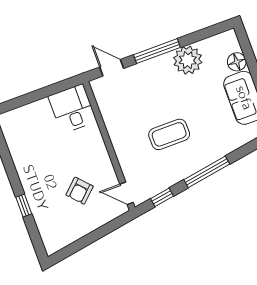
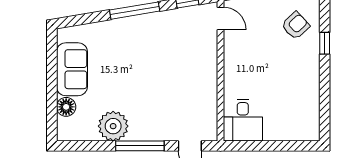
coffee table: (169, 134) -> (158, 60), removed
armchair: (80, 191) -> (296, 26), moved

